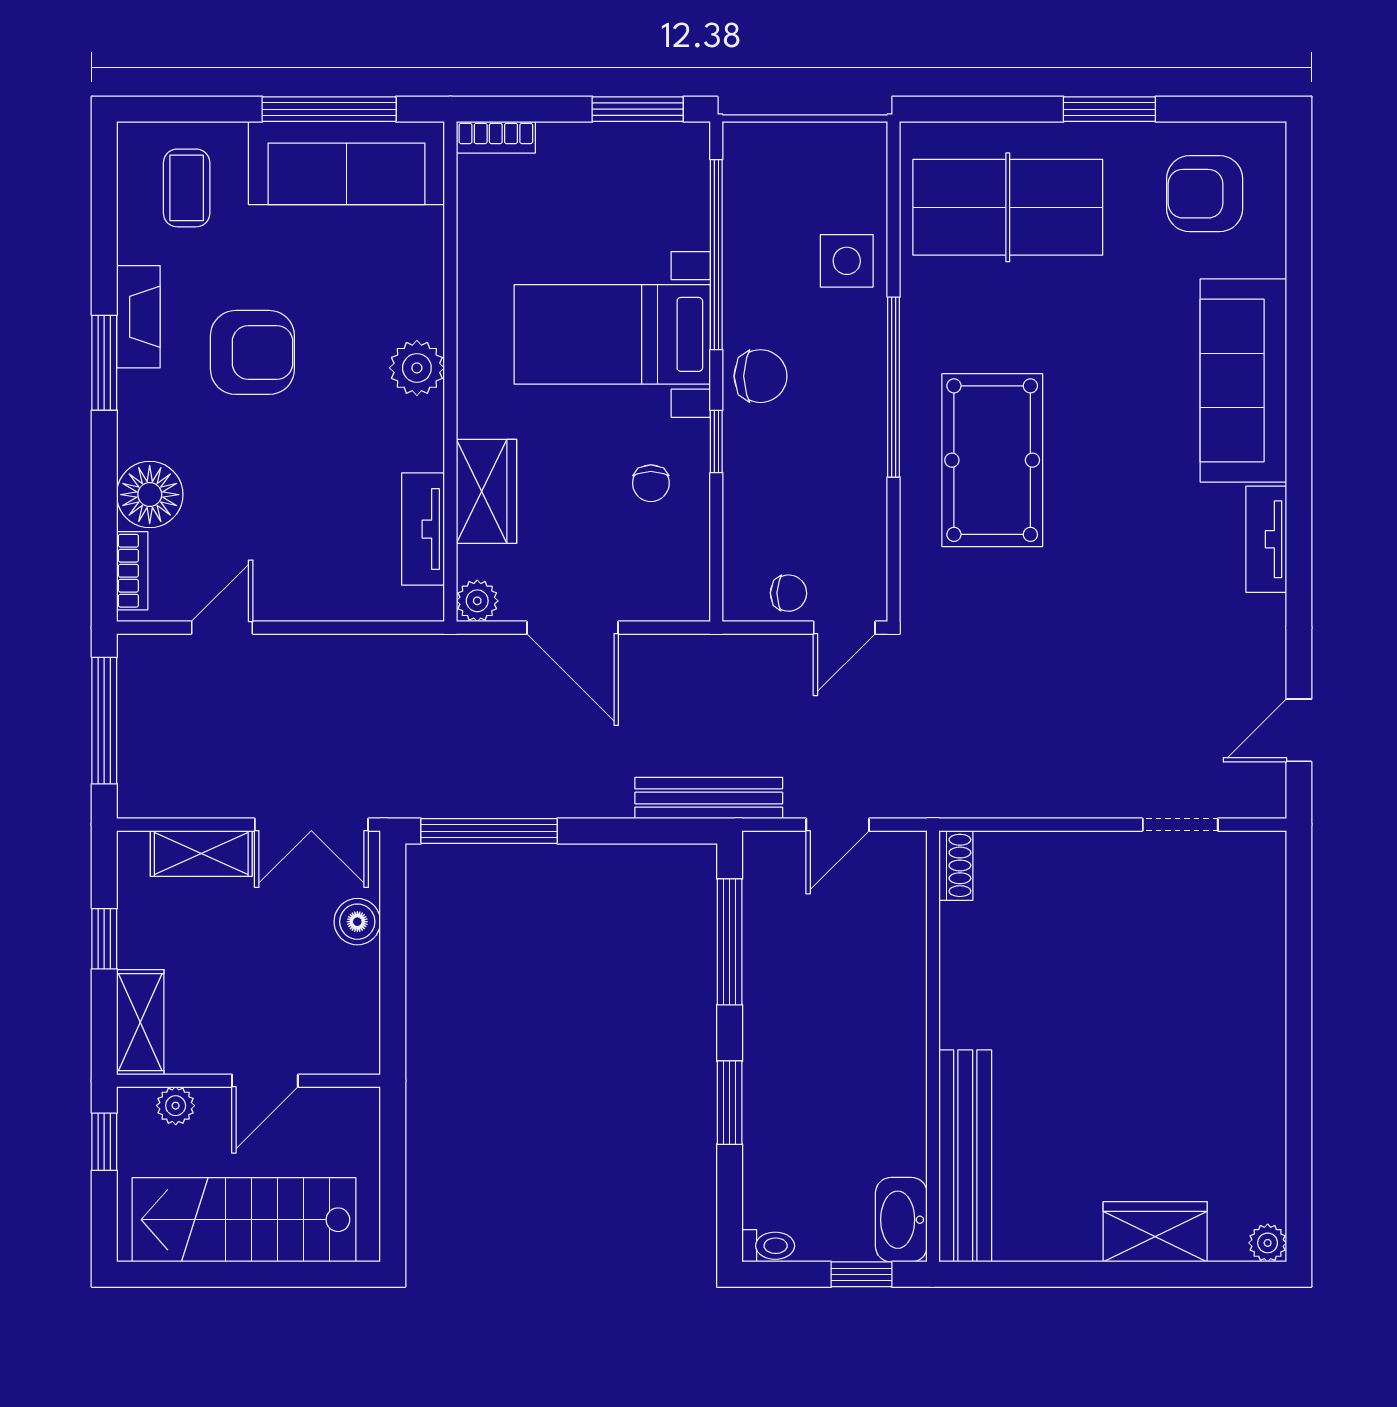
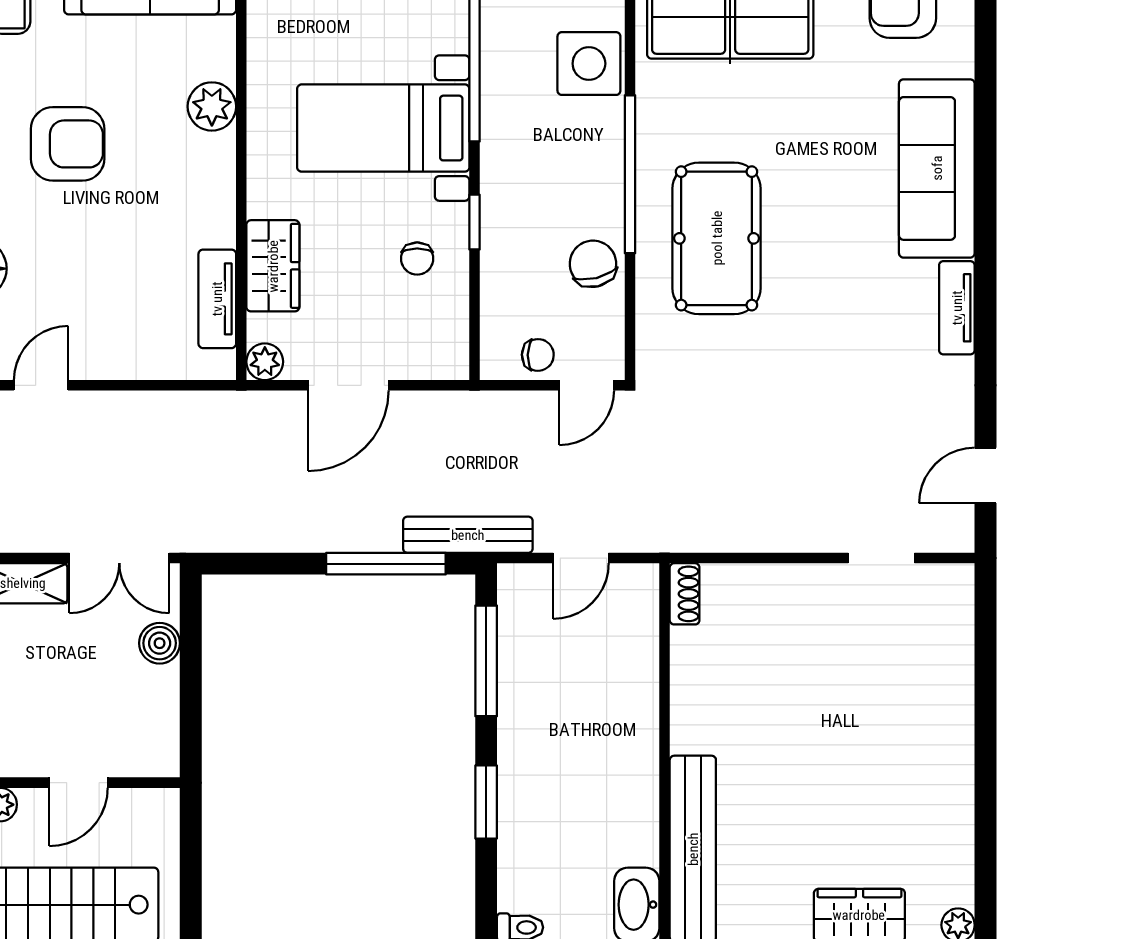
side table: (847, 261) -> (589, 64), width x1.37, depth x1.37
plant: (417, 368) -> (212, 106), moved
chair: (760, 376) -> (593, 264), moved, turned -104
door: (573, 628) -> (348, 385), hinge flipped
window: (489, 831) -> (386, 564), moved

